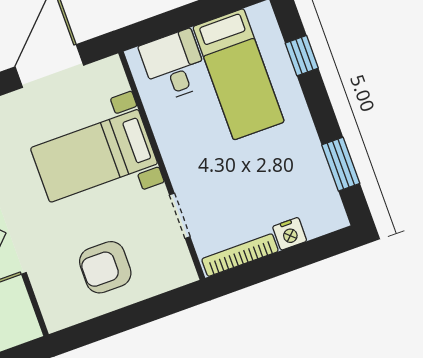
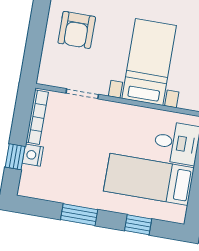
window: (341, 164) -> (79, 215), moved
window: (304, 254) -> (15, 157), added
armchair: (105, 267) -> (77, 30), turned 180

